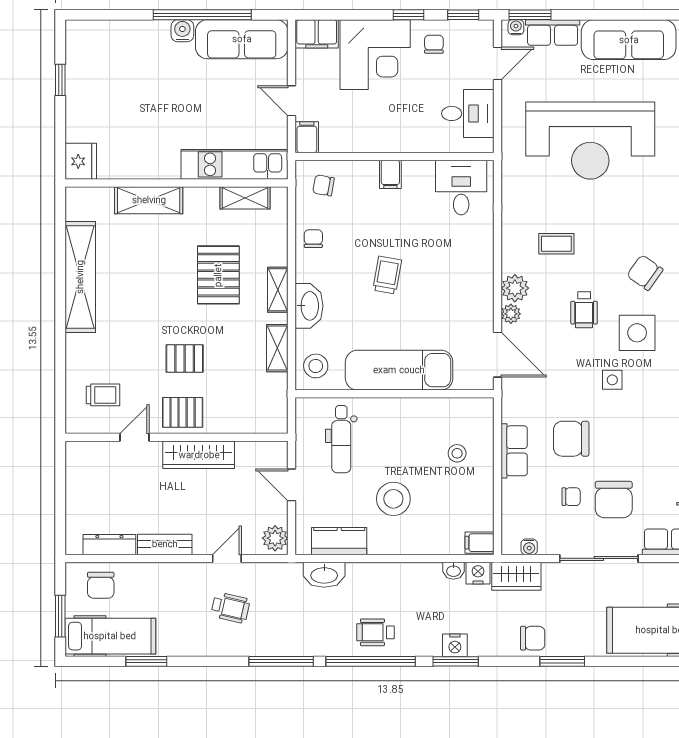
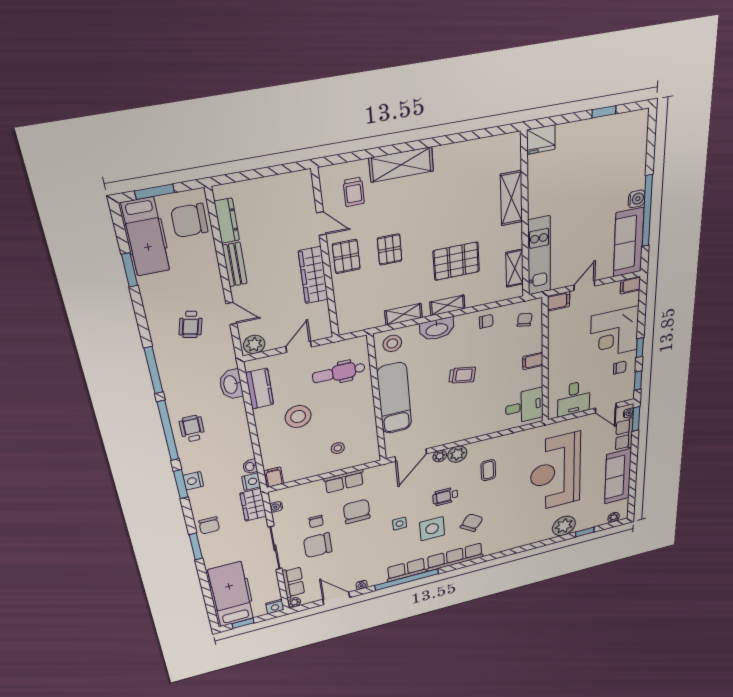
filing cabinet: (317, 34) -> (630, 285), width x0.50
shelving: (80, 277) -> (401, 165), moved, width x0.68
chair: (101, 585) -> (189, 220), width x1.37, depth x1.37

